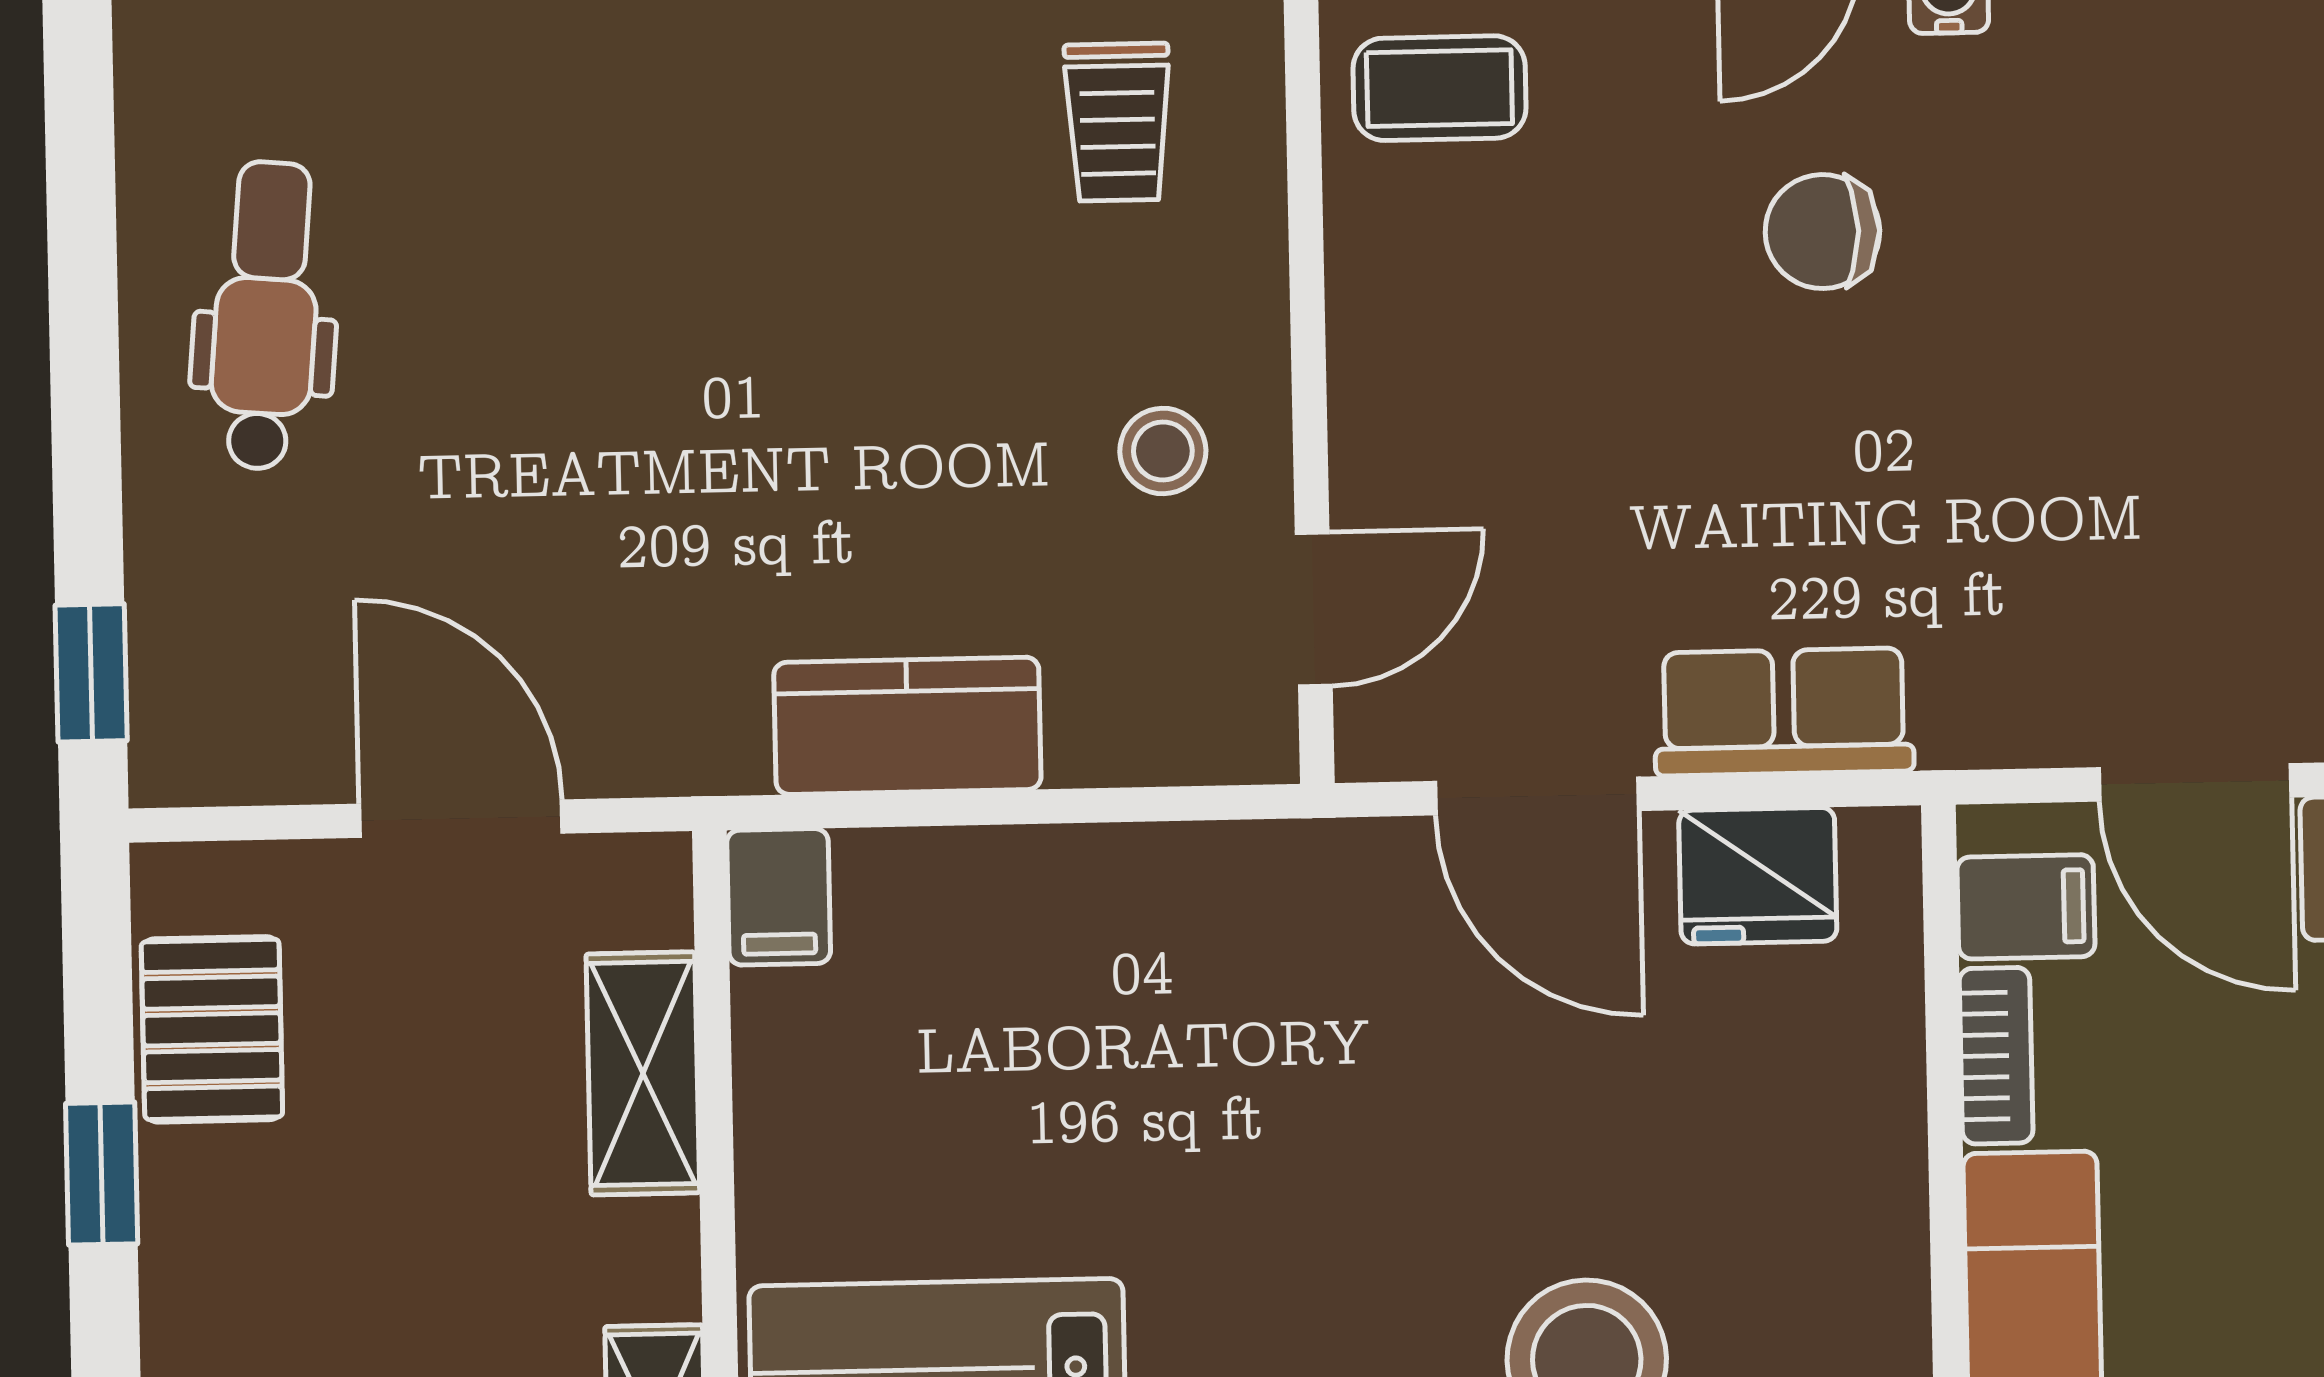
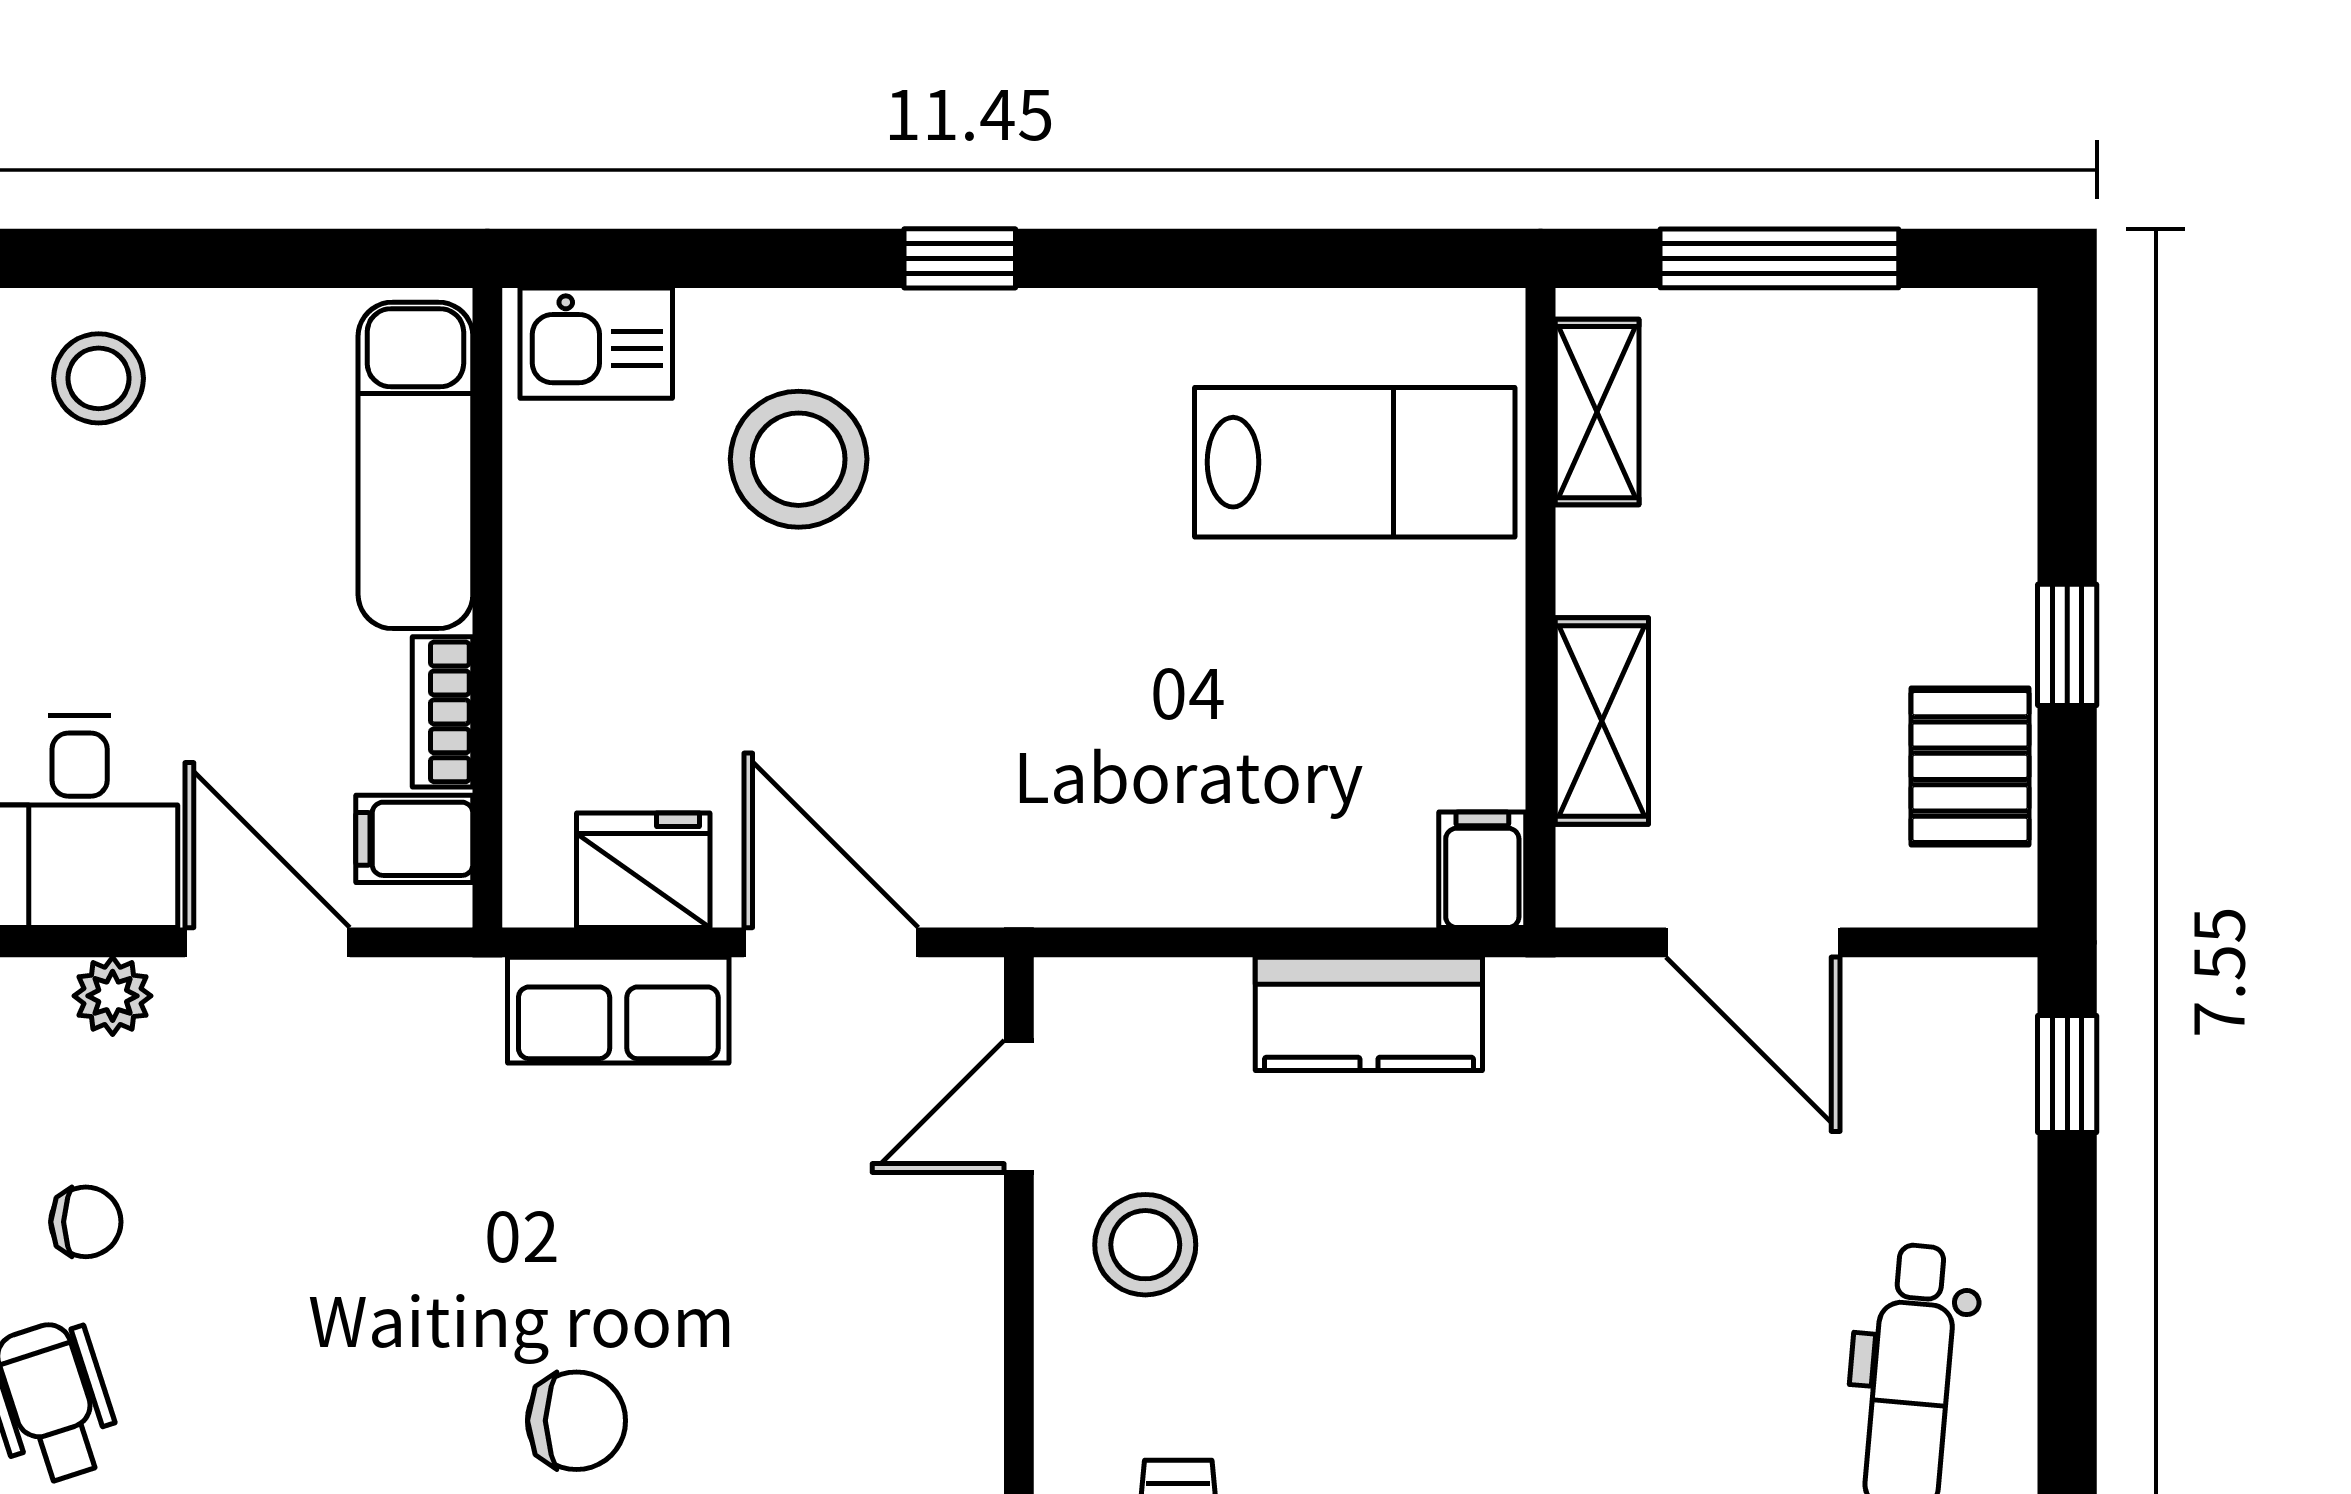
stool: (1163, 451) -> (1145, 1245), width x1.37, depth x1.37

